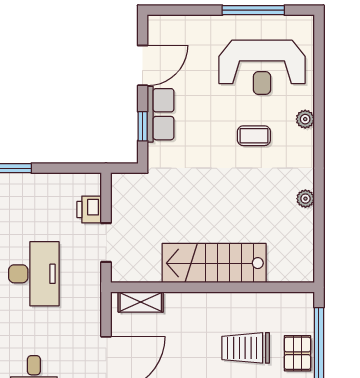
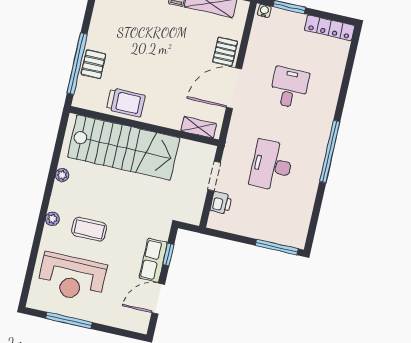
reception desk: (262, 67) -> (72, 278), turned 180
plant: (305, 119) -> (52, 219), moved
coffee table: (254, 136) -> (89, 229), width x1.36, depth x1.30
stairs: (214, 263) -> (124, 147), width x1.36, depth x1.51
trolley: (246, 348) -> (126, 102), moved

